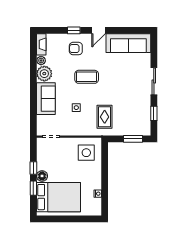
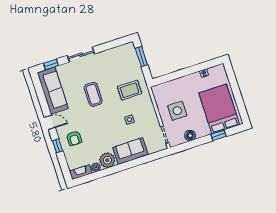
coffee table: (87, 77) -> (93, 94), moved
window: (154, 113) -> (51, 64), moved
side table: (86, 153) -> (177, 111), moved
window: (33, 168) -> (200, 142), removed
floor lamp: (42, 176) -> (190, 136), moved

